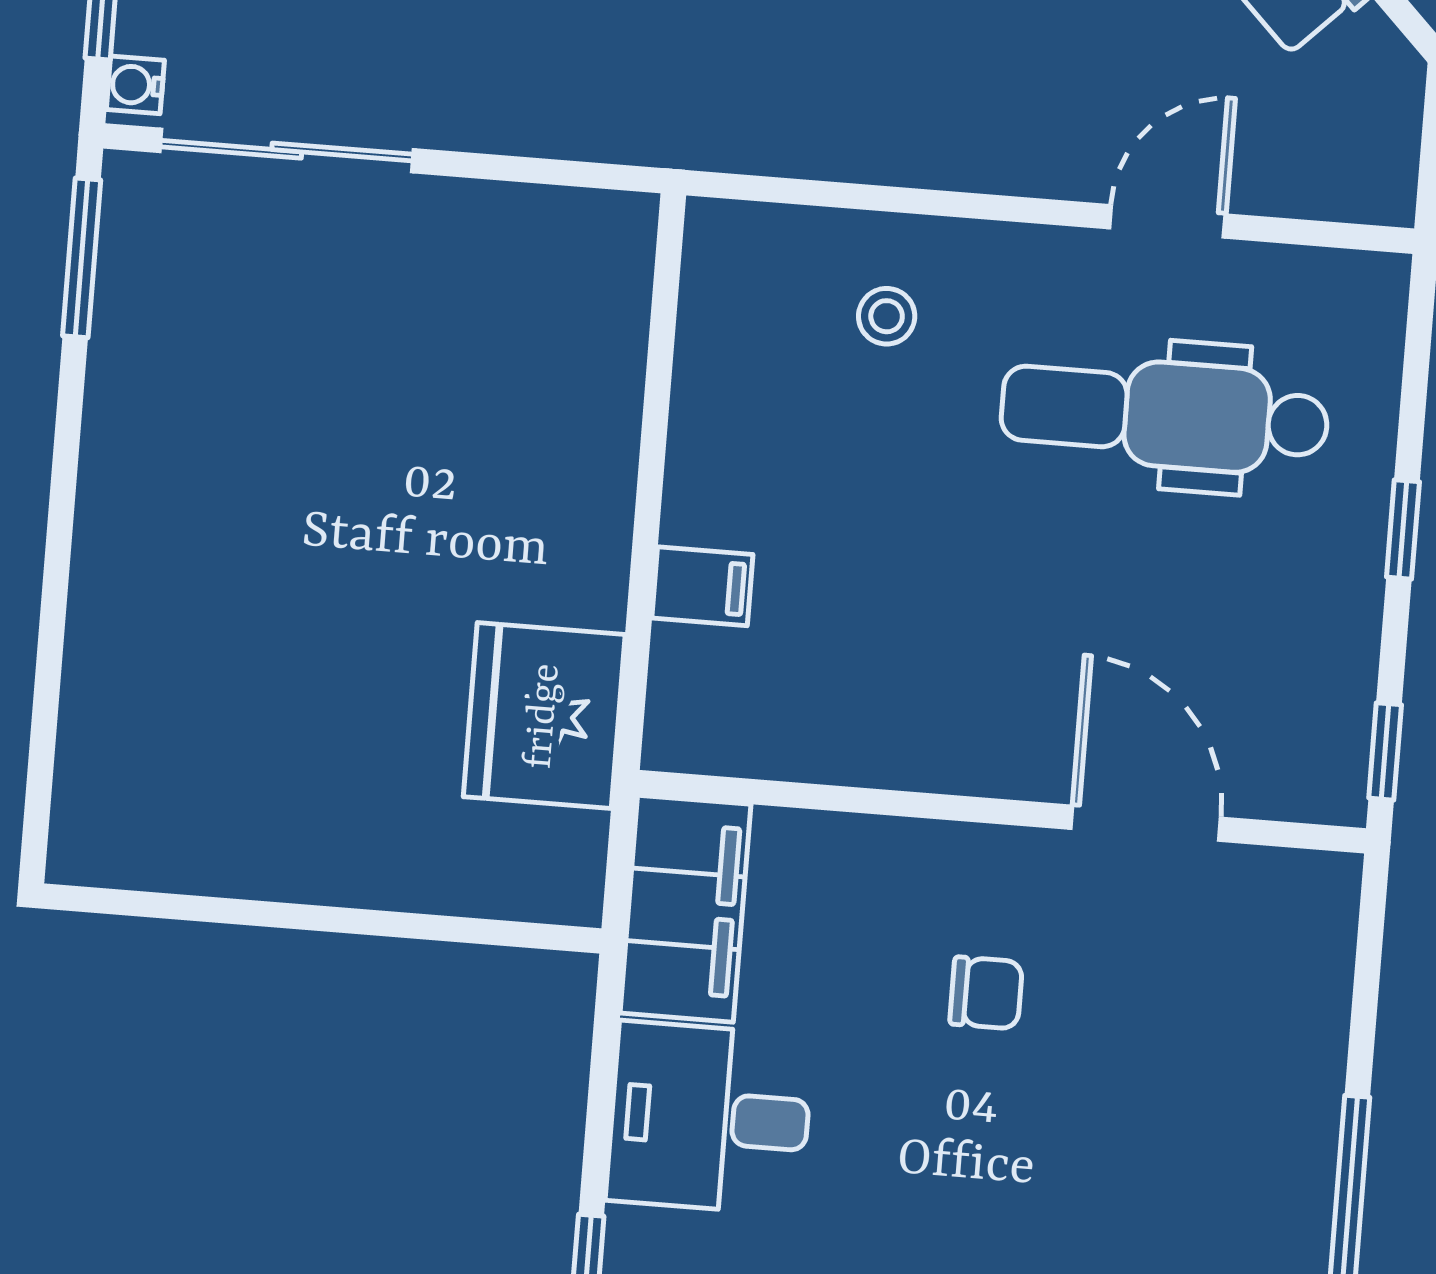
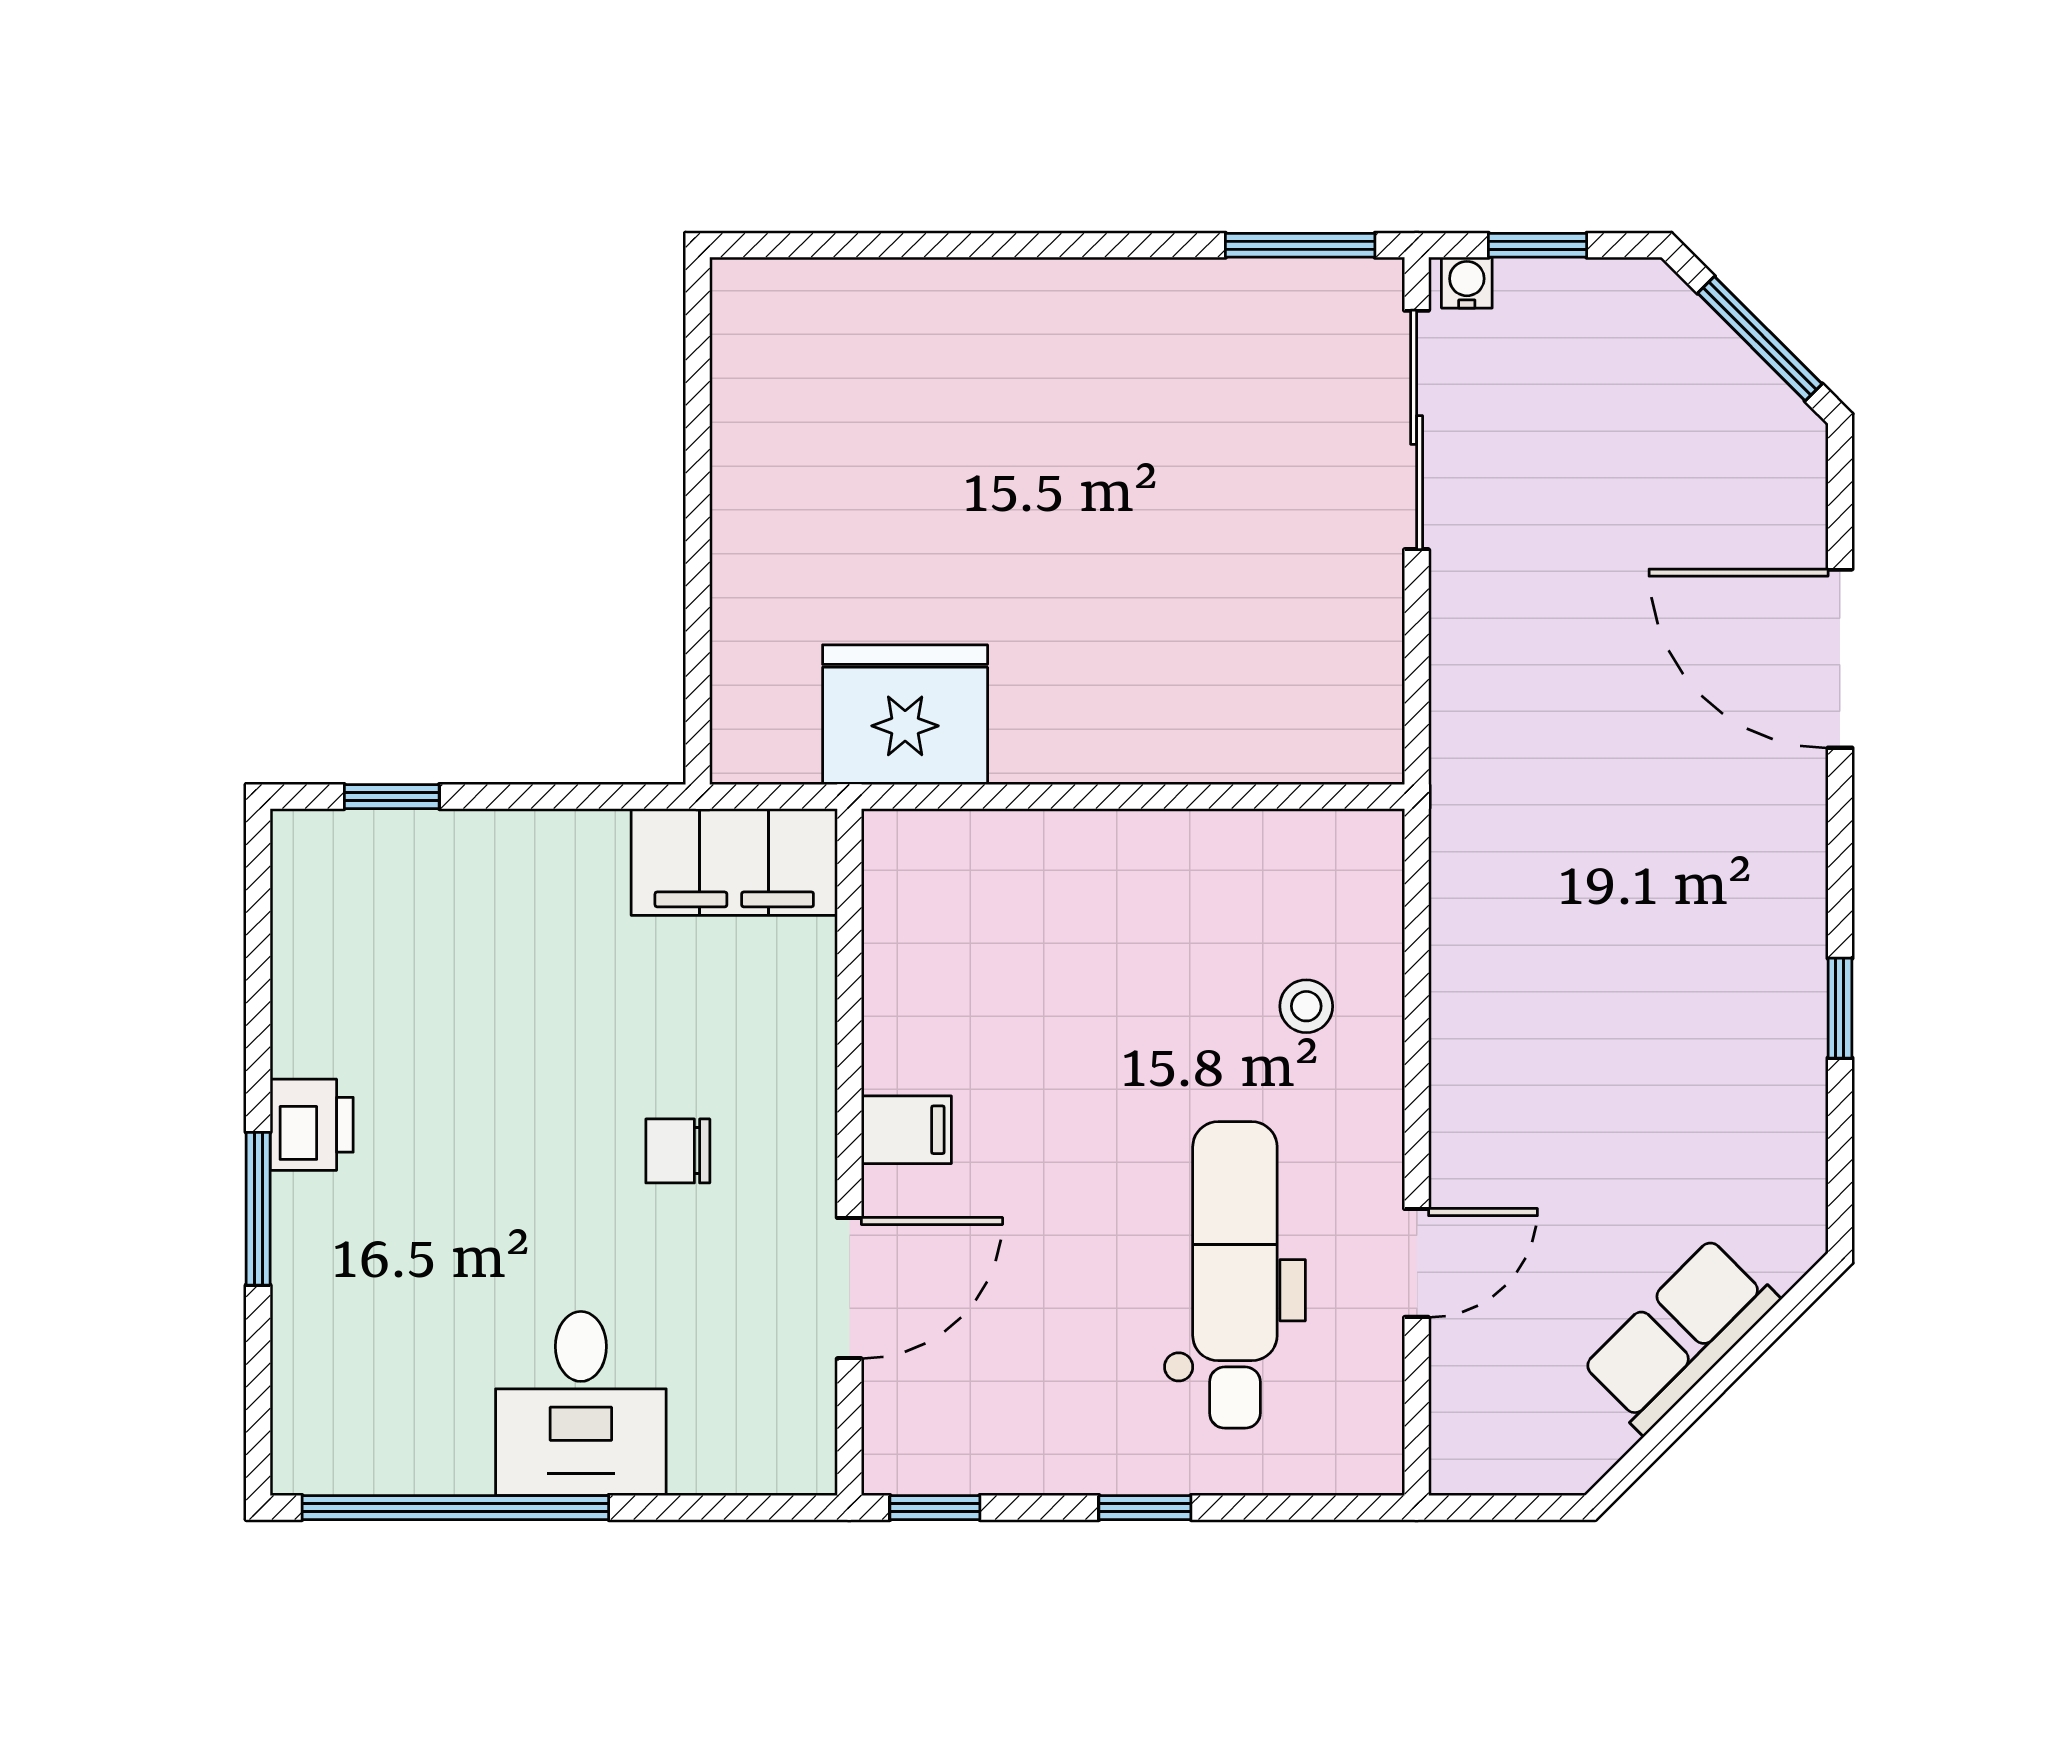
door: (1167, 221) -> (1417, 1263), hinge flipped
filing cabinet: (702, 586) -> (906, 1130), moved, turned -90
chair: (986, 993) -> (678, 1151), turned 90
desk: (710, 1118) -> (581, 1404), moved, turned 180

